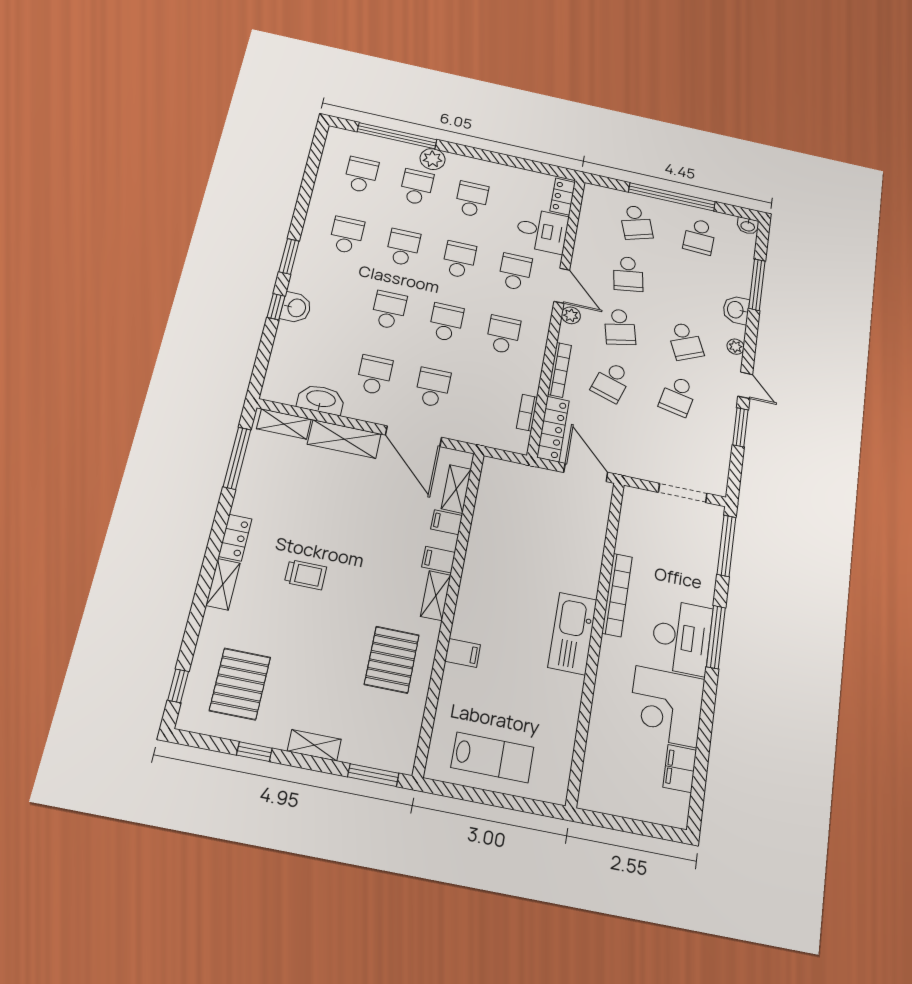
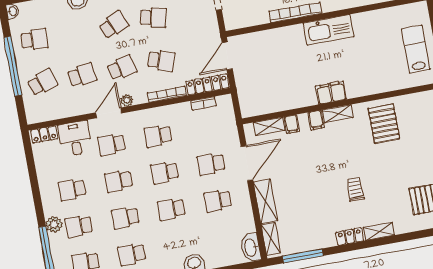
washbasin: (321, 399) -> (251, 248), moved
filing cabinet: (463, 653) -> (331, 93), moved, width x2.00
pallet: (392, 660) -> (384, 123), turned 90

